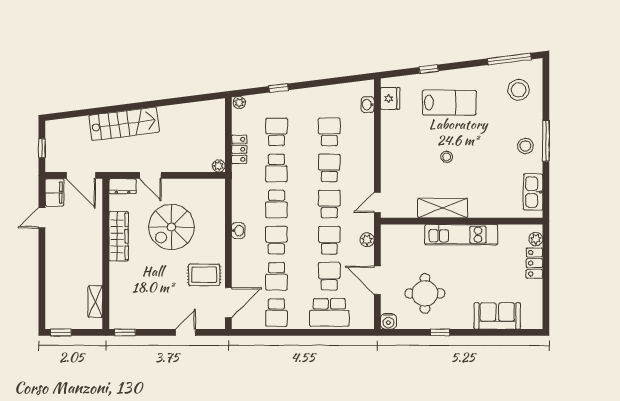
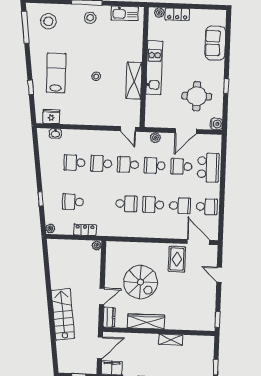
school desk: (276, 168) -> (100, 203), removed
washbasin: (238, 231) -> (145, 233), removed
shelving: (95, 302) -> (171, 340), moved

